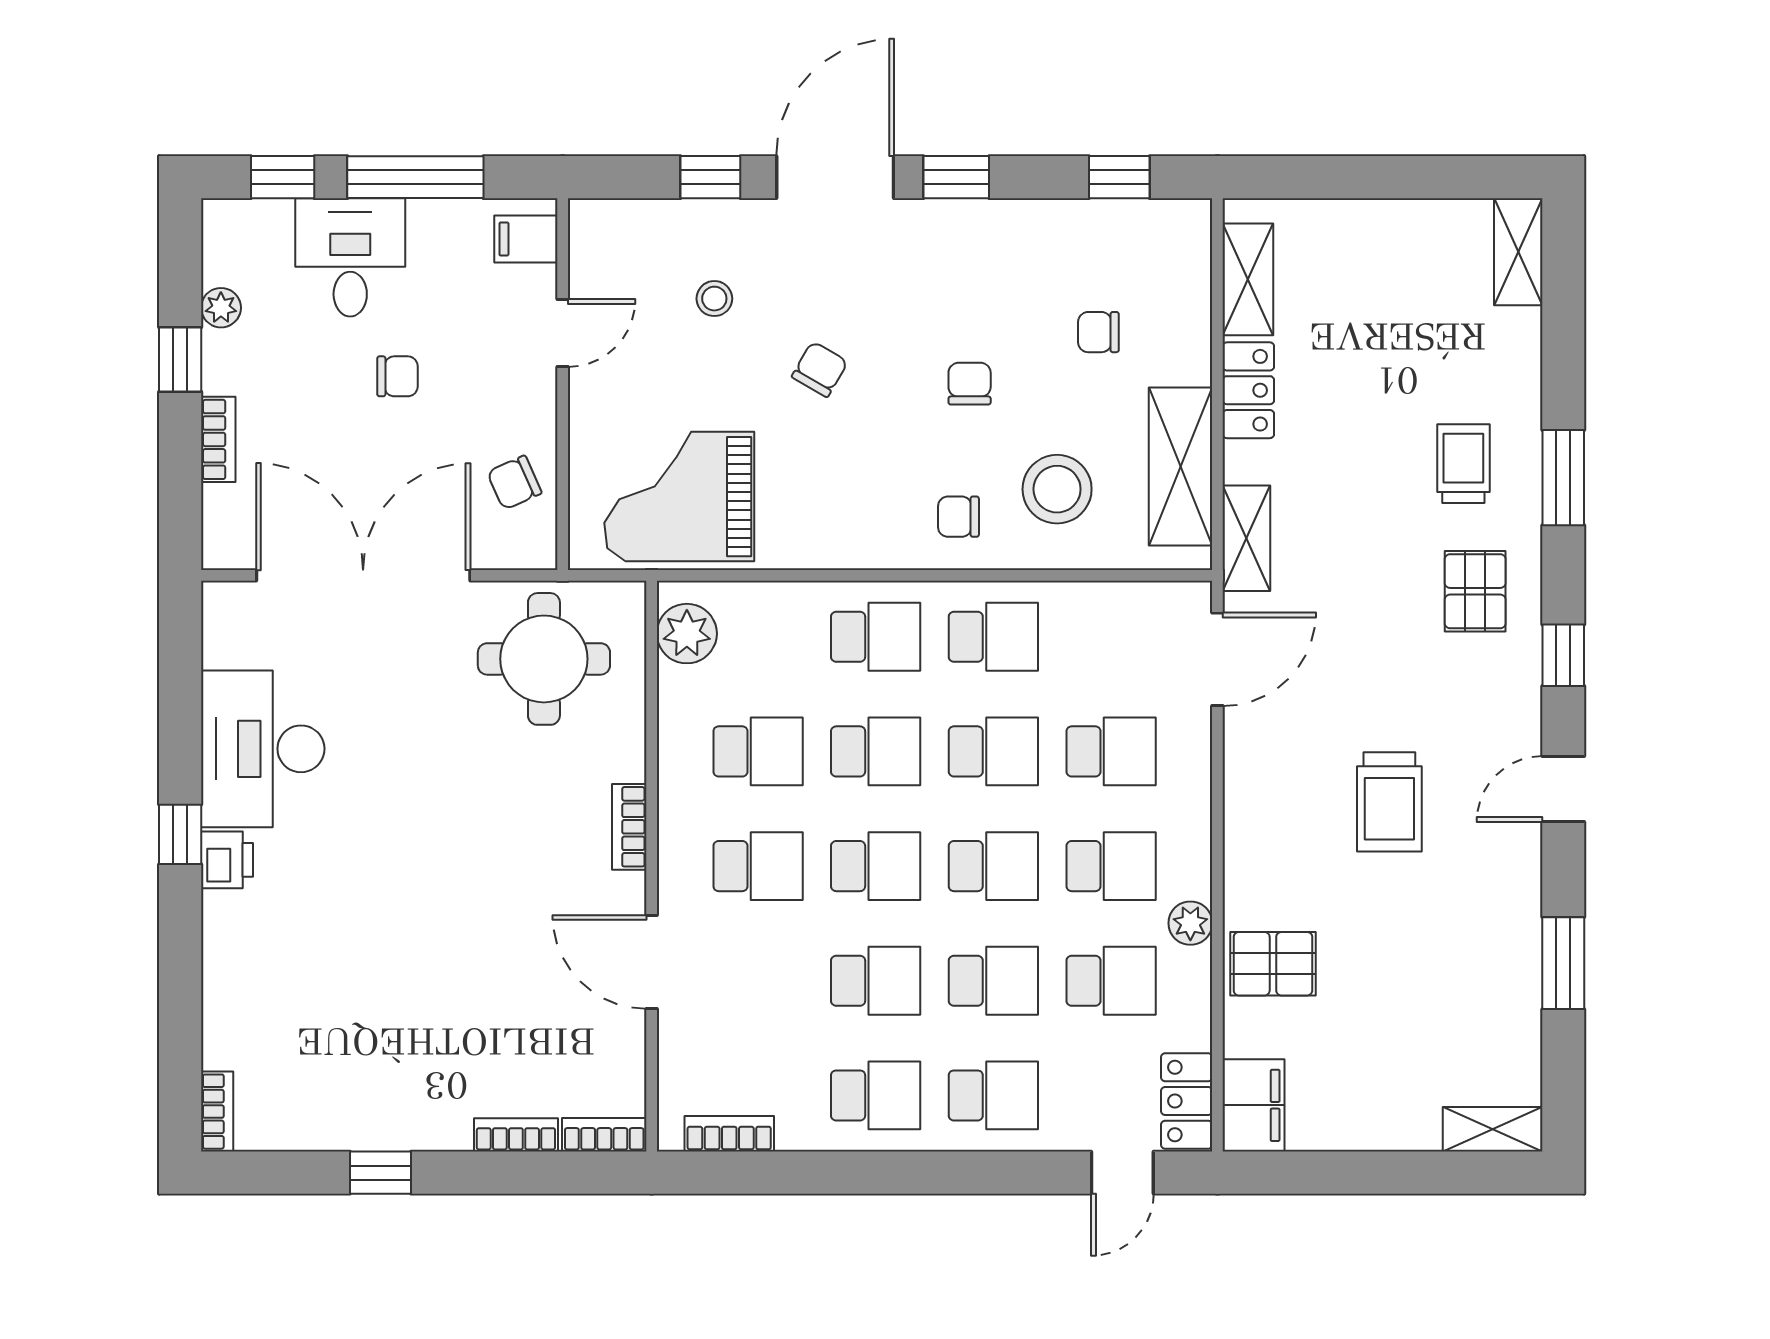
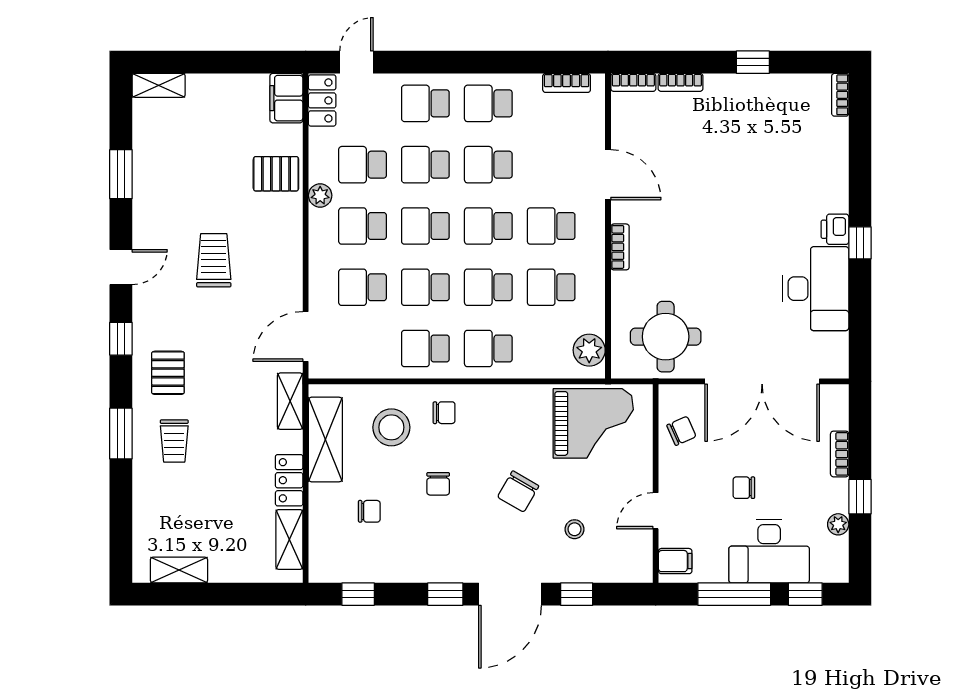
shelving: (1518, 252) -> (179, 570), moved, turned 90
desk: (350, 257) -> (769, 551), width x1.37
chair: (820, 369) -> (518, 491), width x1.37, depth x1.37

